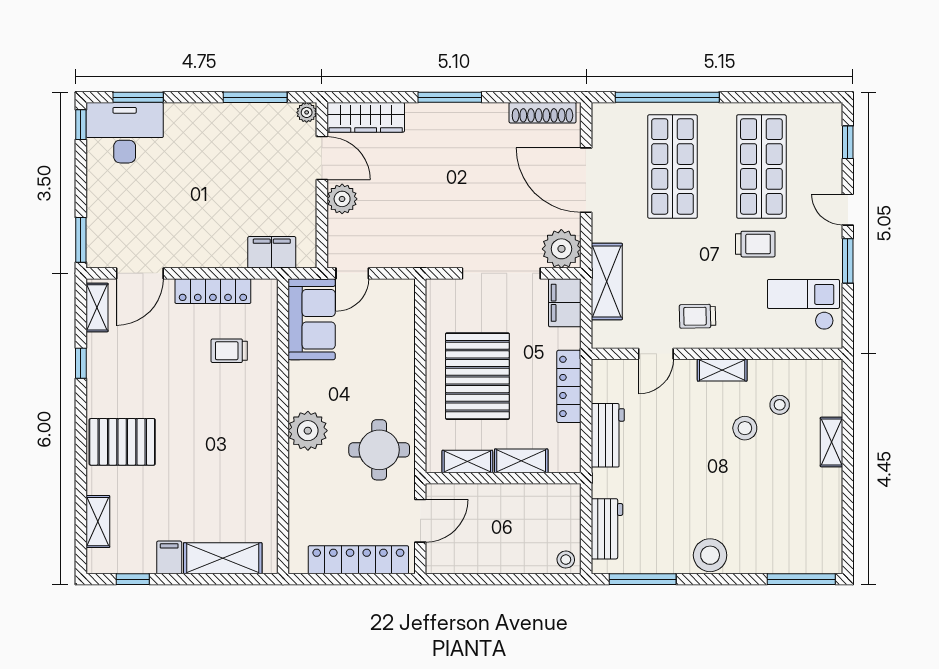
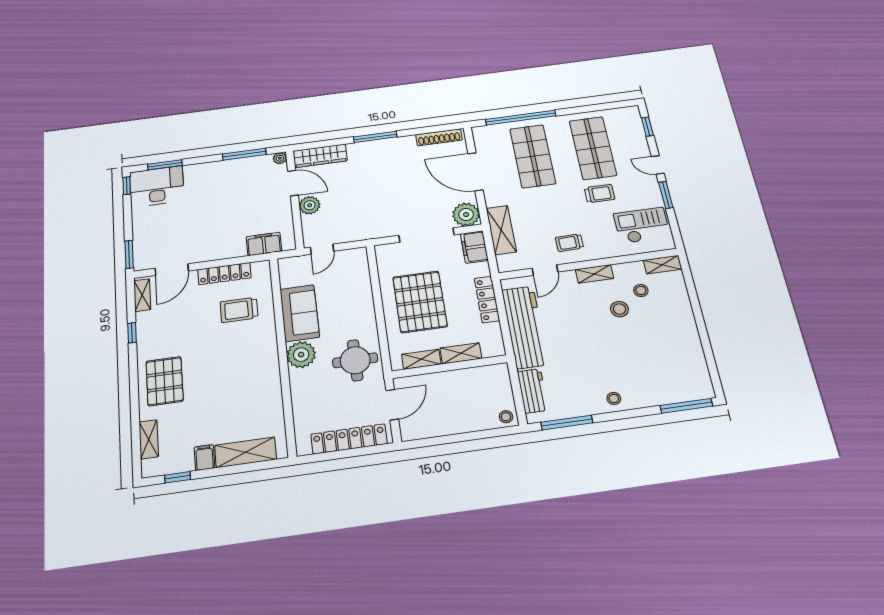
sofa: (312, 319) -> (300, 313), moved
trolley: (229, 351) -> (239, 310), width x1.36, depth x1.39
workbench: (608, 435) -> (525, 327), width x1.88, depth x1.32
pallet: (122, 442) -> (165, 381), turned 90
shelving: (831, 442) -> (663, 265), moved, turned 90
stool: (710, 555) -> (614, 398), width x0.53, depth x0.53

